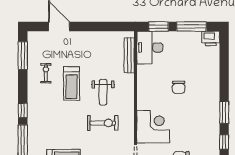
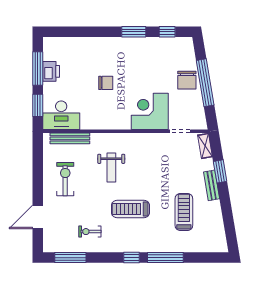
printer: (211, 38) -> (51, 71), moved
treadmill: (71, 84) -> (130, 209), moved, turned 180
weight bench: (103, 92) -> (111, 168), turned 90
exercise bike: (103, 123) -> (65, 179), moved

